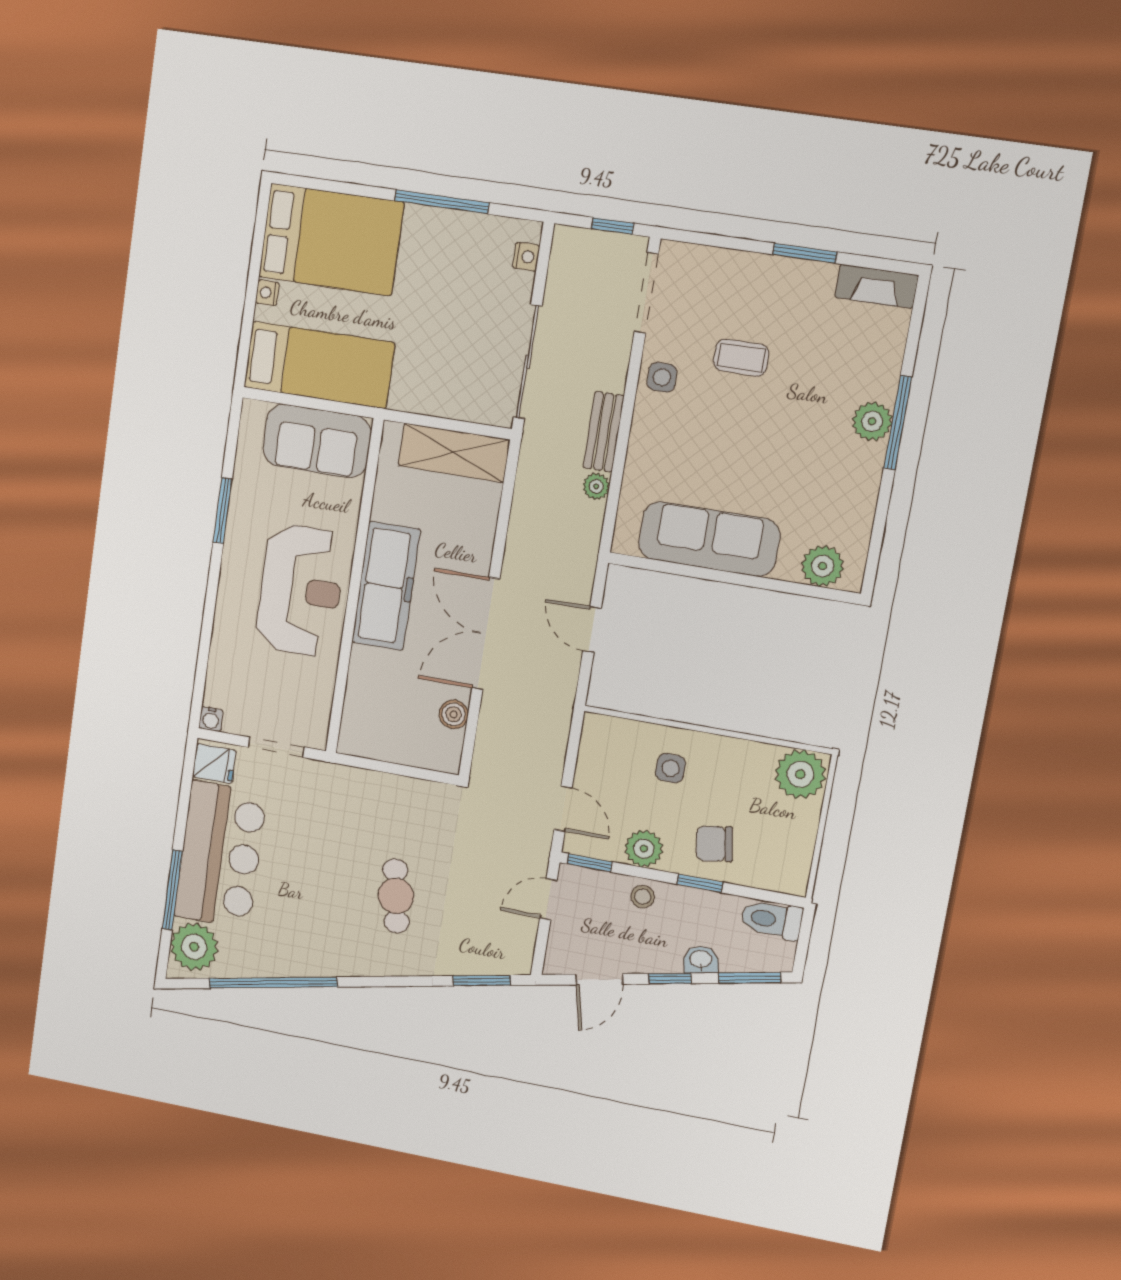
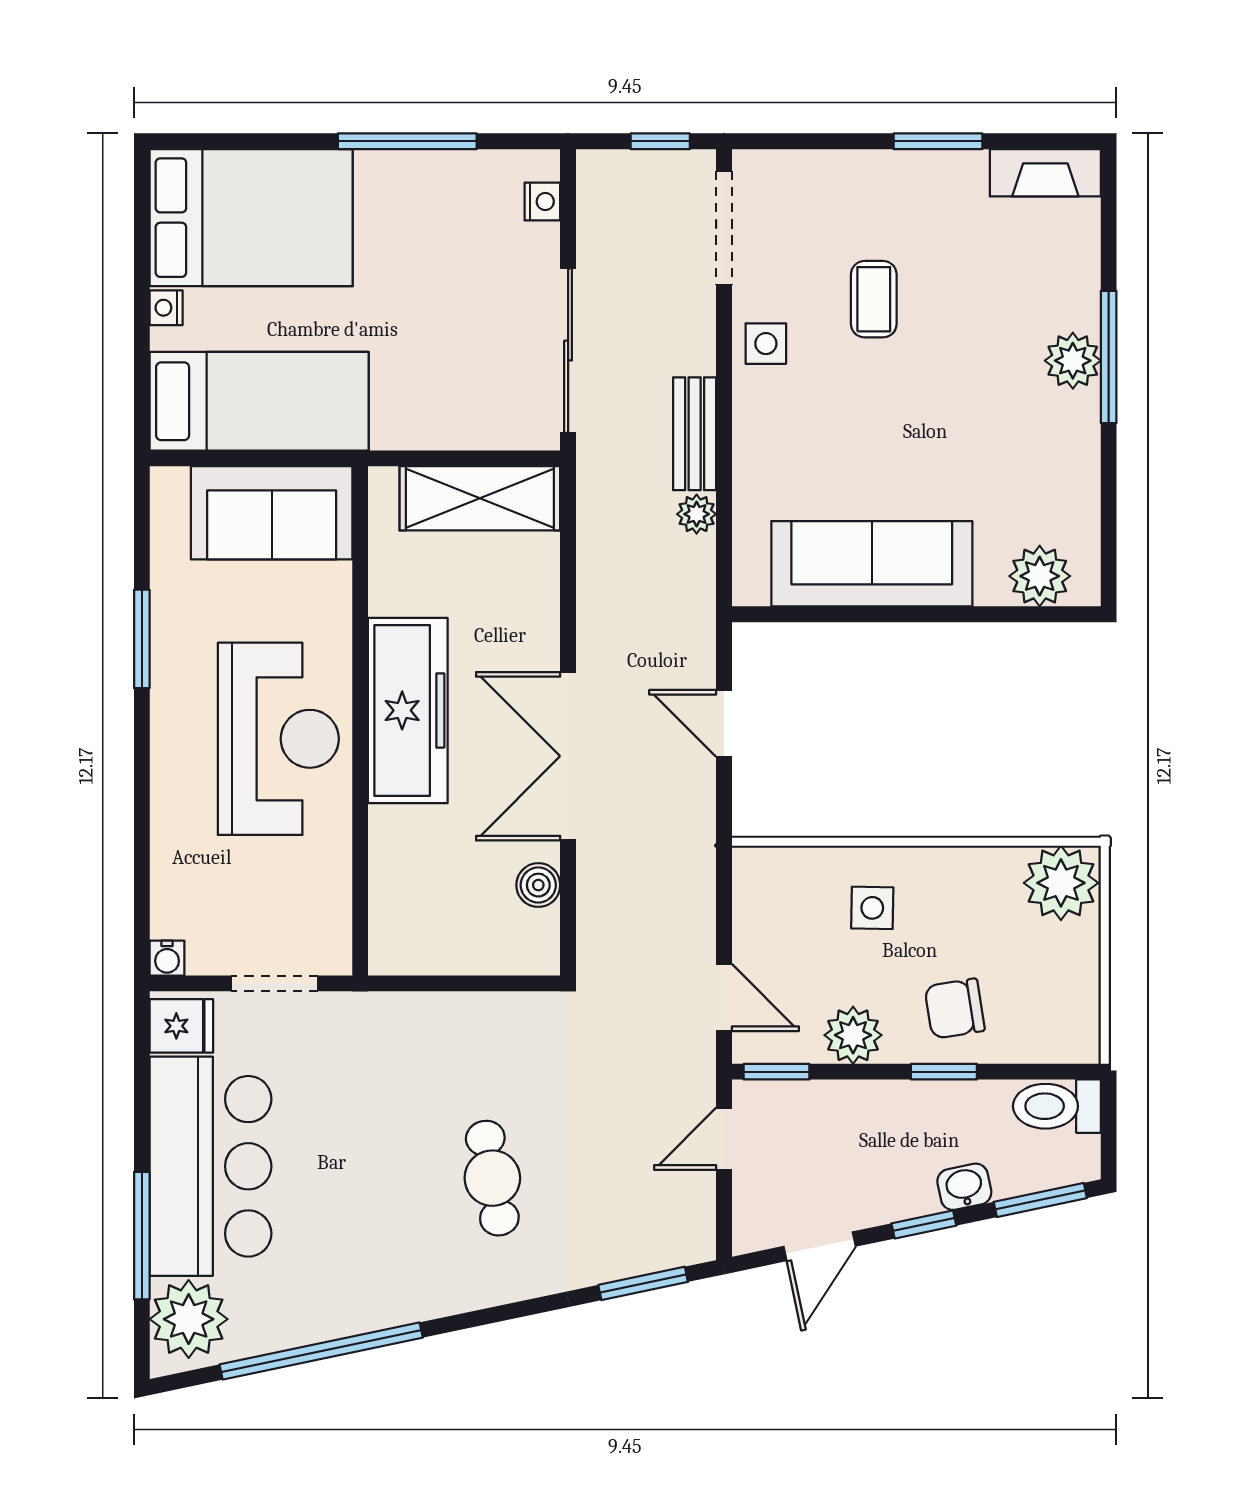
coffee table: (741, 358) -> (874, 299), turned 90
stool: (643, 897) -> (863, 1108), removed

